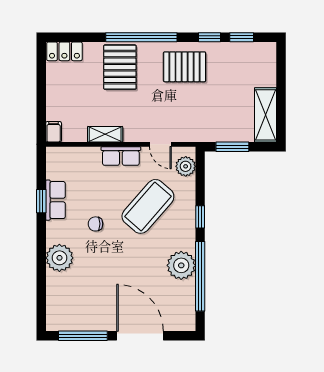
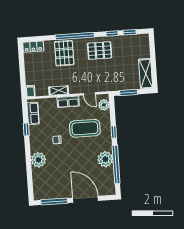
row of seats: (55, 200) -> (33, 113), moved
coffee table: (148, 206) -> (85, 128), turned 49

